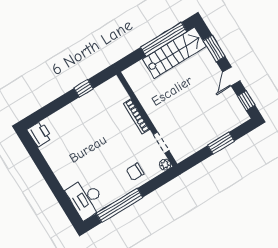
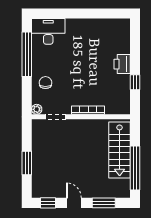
stairs: (174, 53) -> (120, 150), moved
printer: (40, 134) -> (122, 64), moved, turned 90

